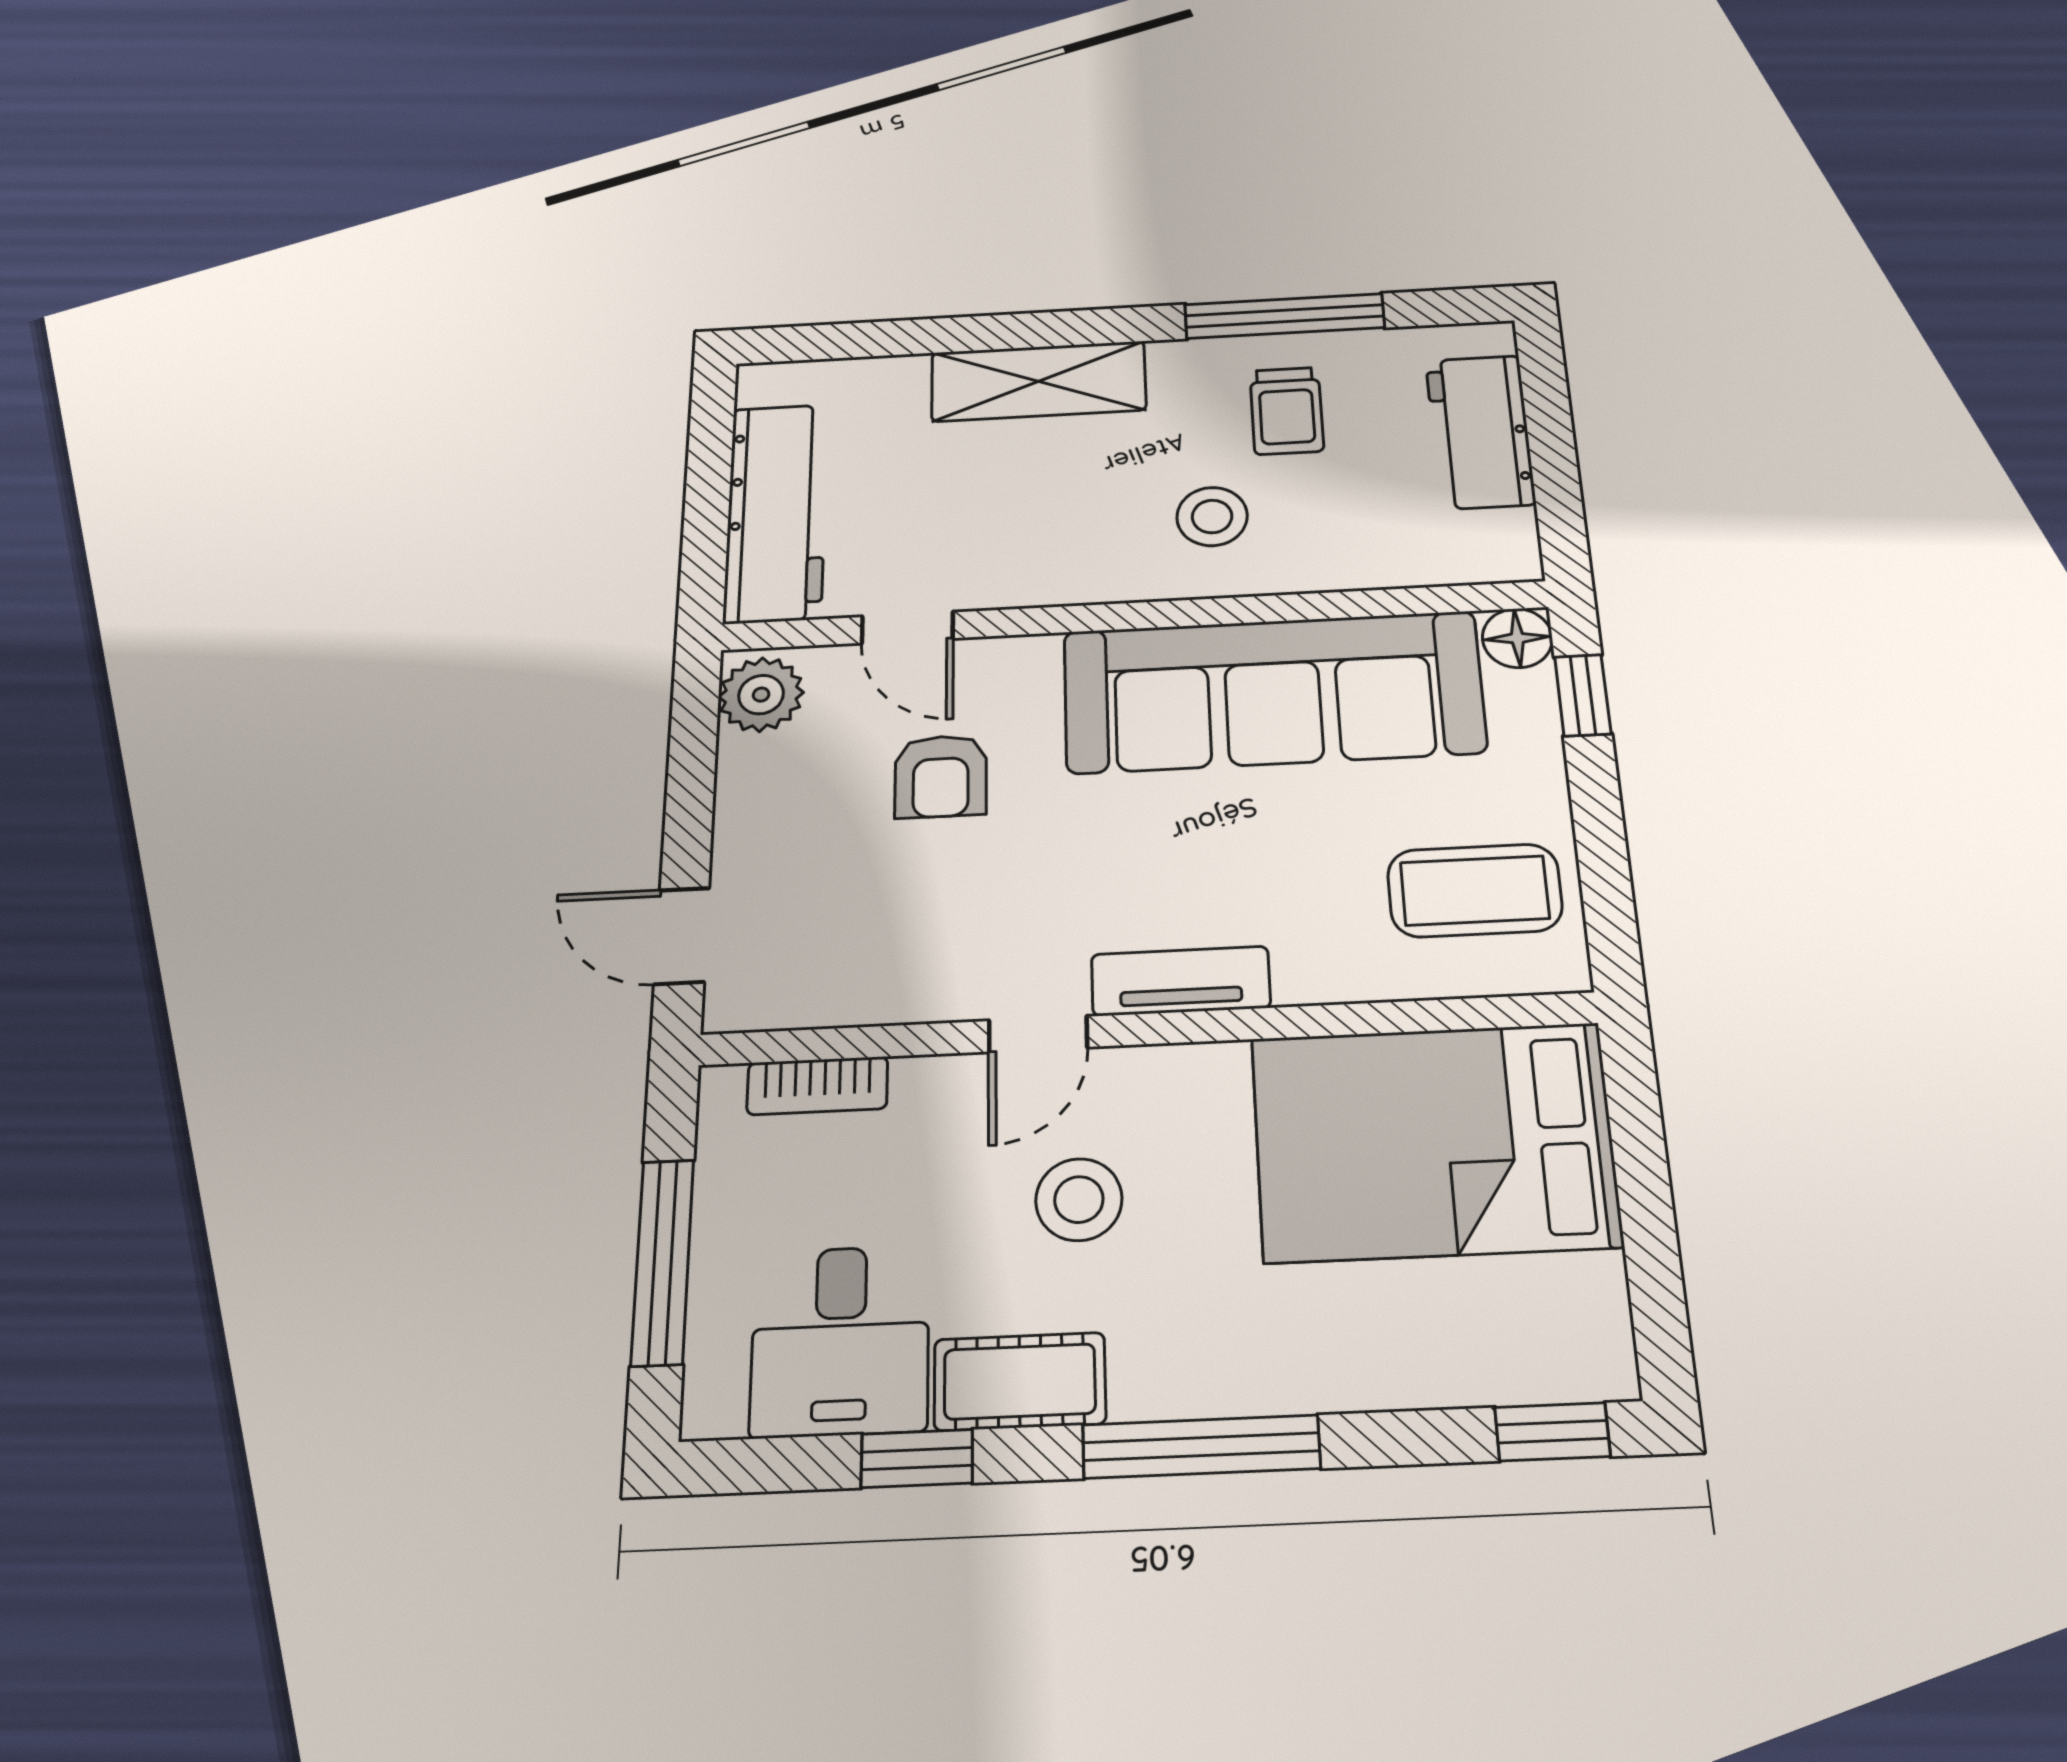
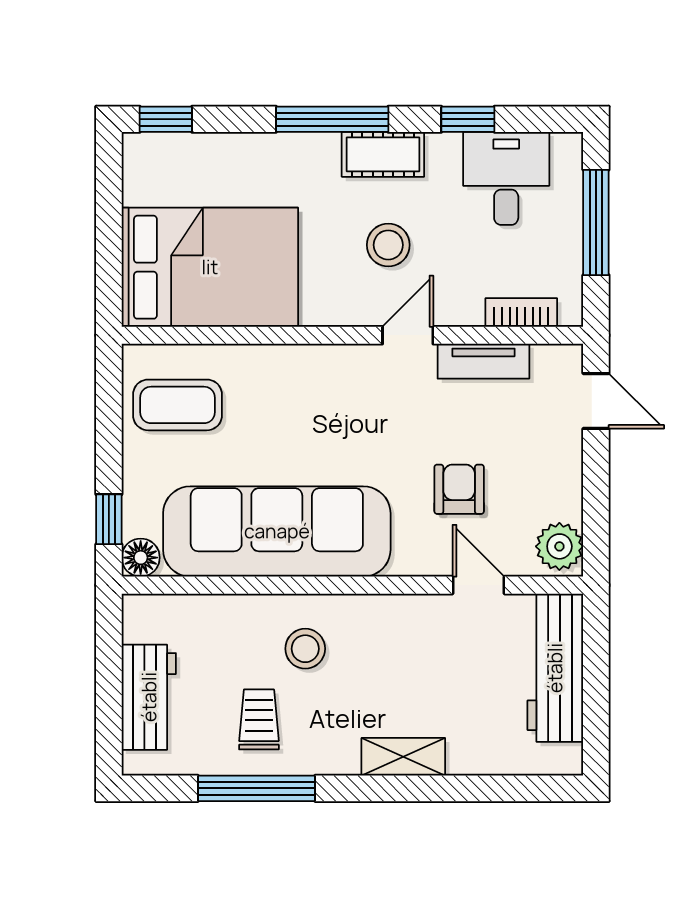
shelving: (1038, 381) -> (403, 757), width x0.67, depth x0.75
tv unit: (1181, 981) -> (483, 361), moved
cot: (1020, 1381) -> (383, 154), moved

